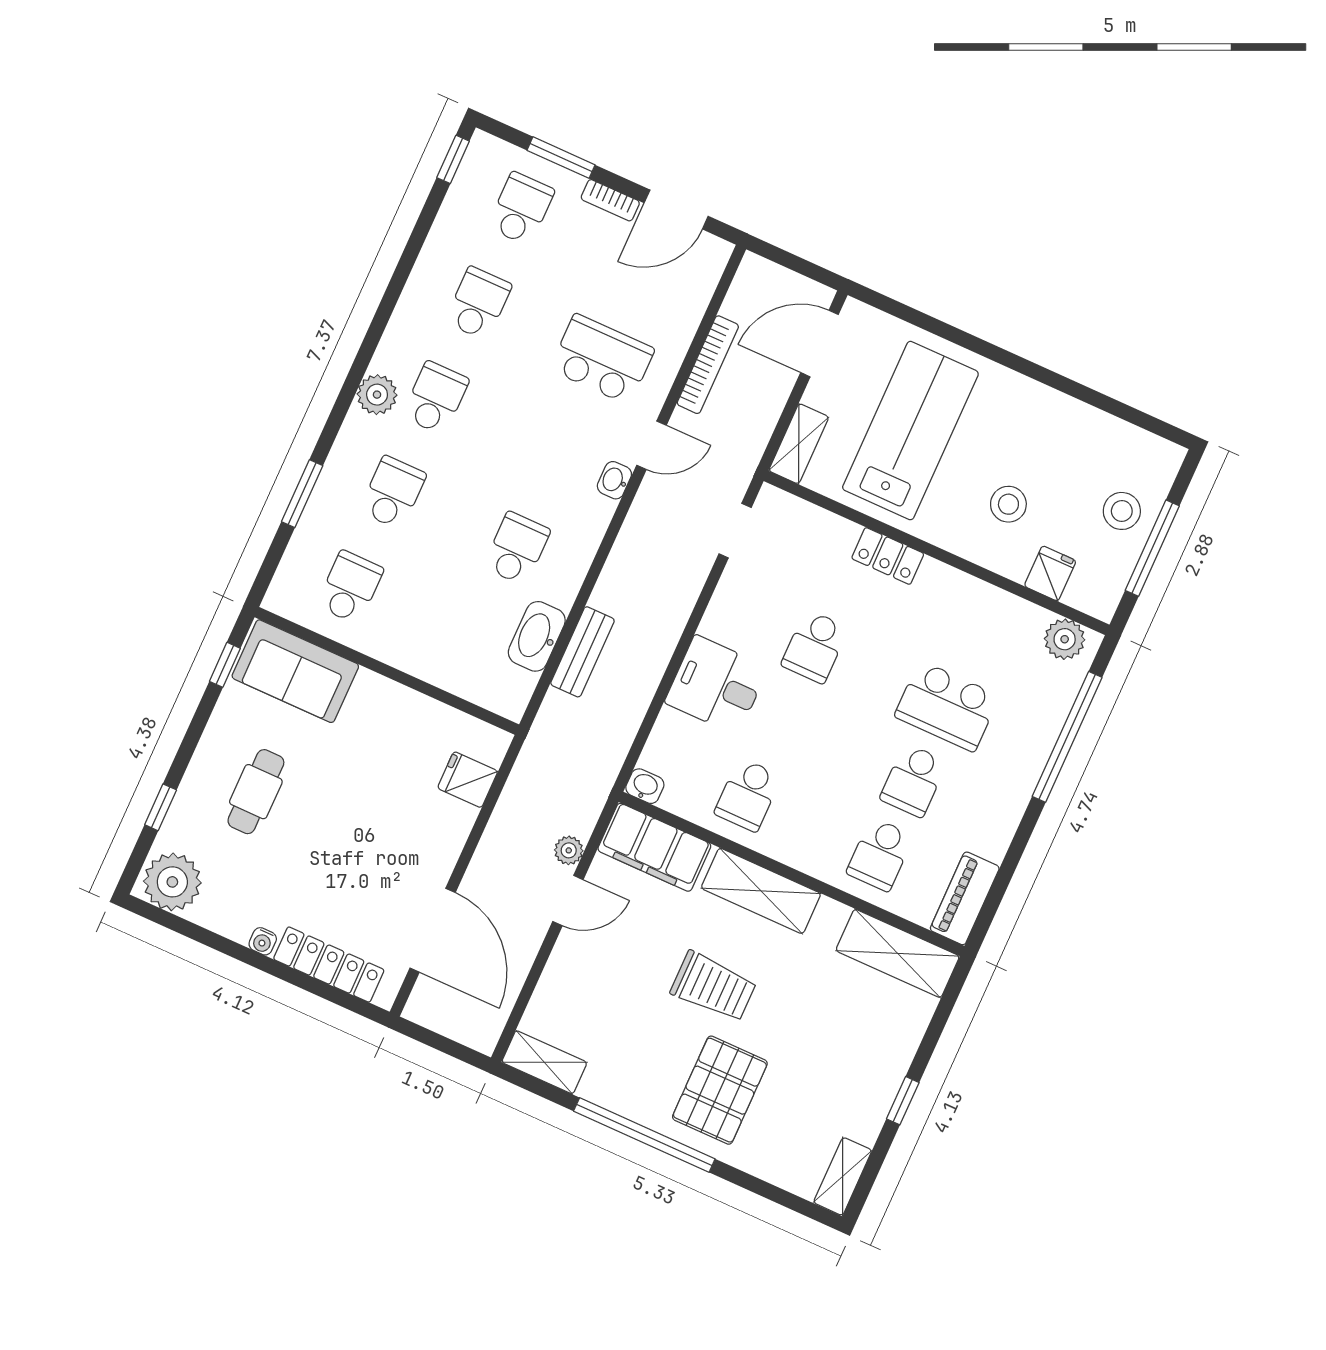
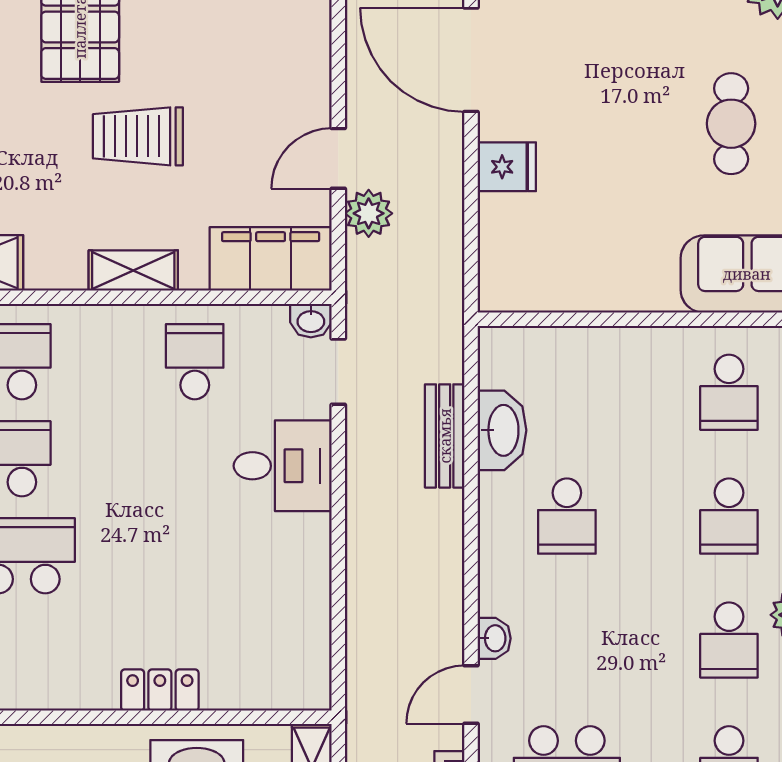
doorway: (735, 531) -> (338, 372), moved
school desk: (815, 647) -> (195, 556), removed
fridge: (468, 780) -> (507, 167), moved
plant: (569, 850) -> (369, 213), width x1.38, depth x1.38
shelving: (761, 891) -> (133, 270), width x0.67, depth x0.75

